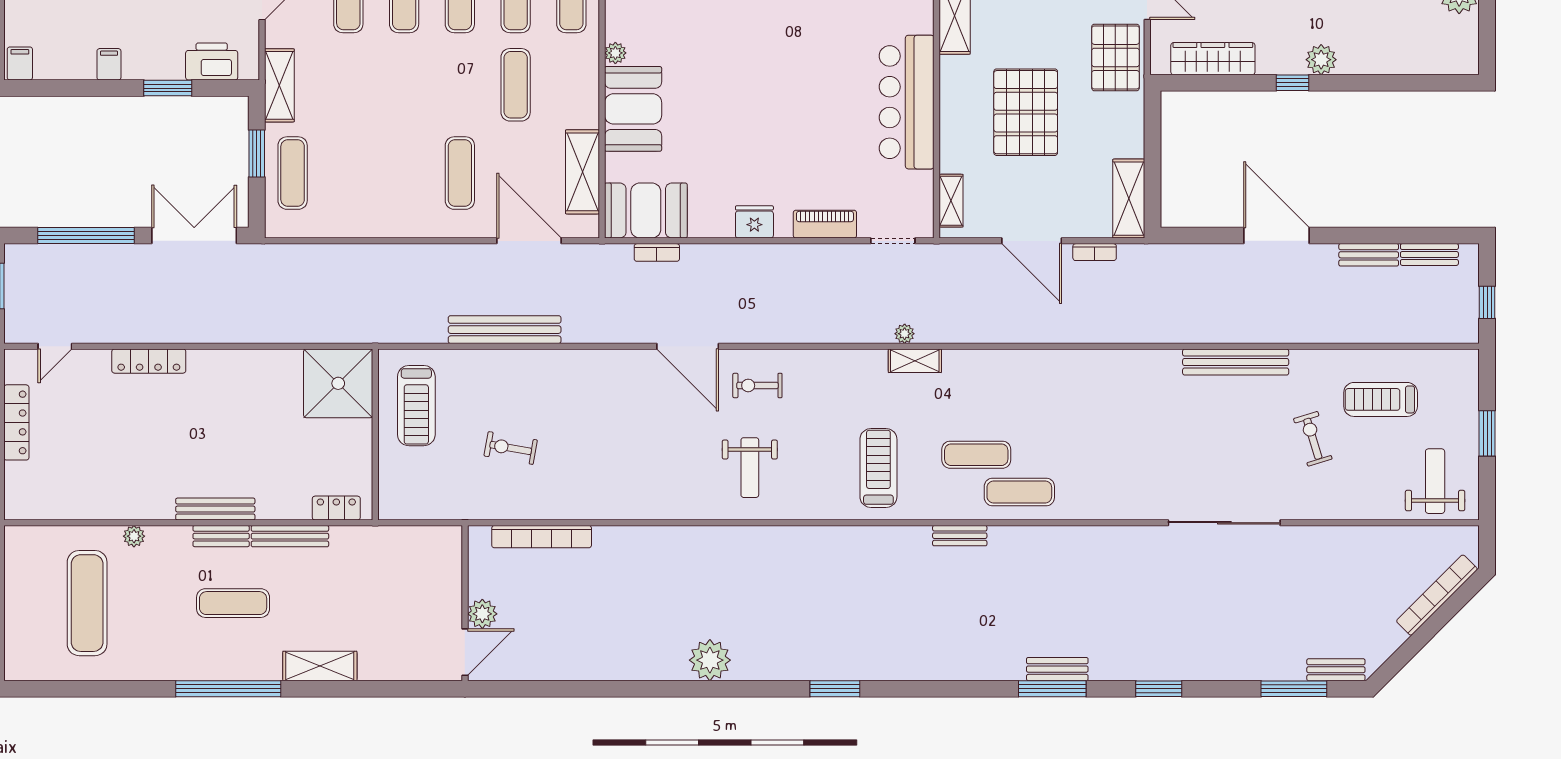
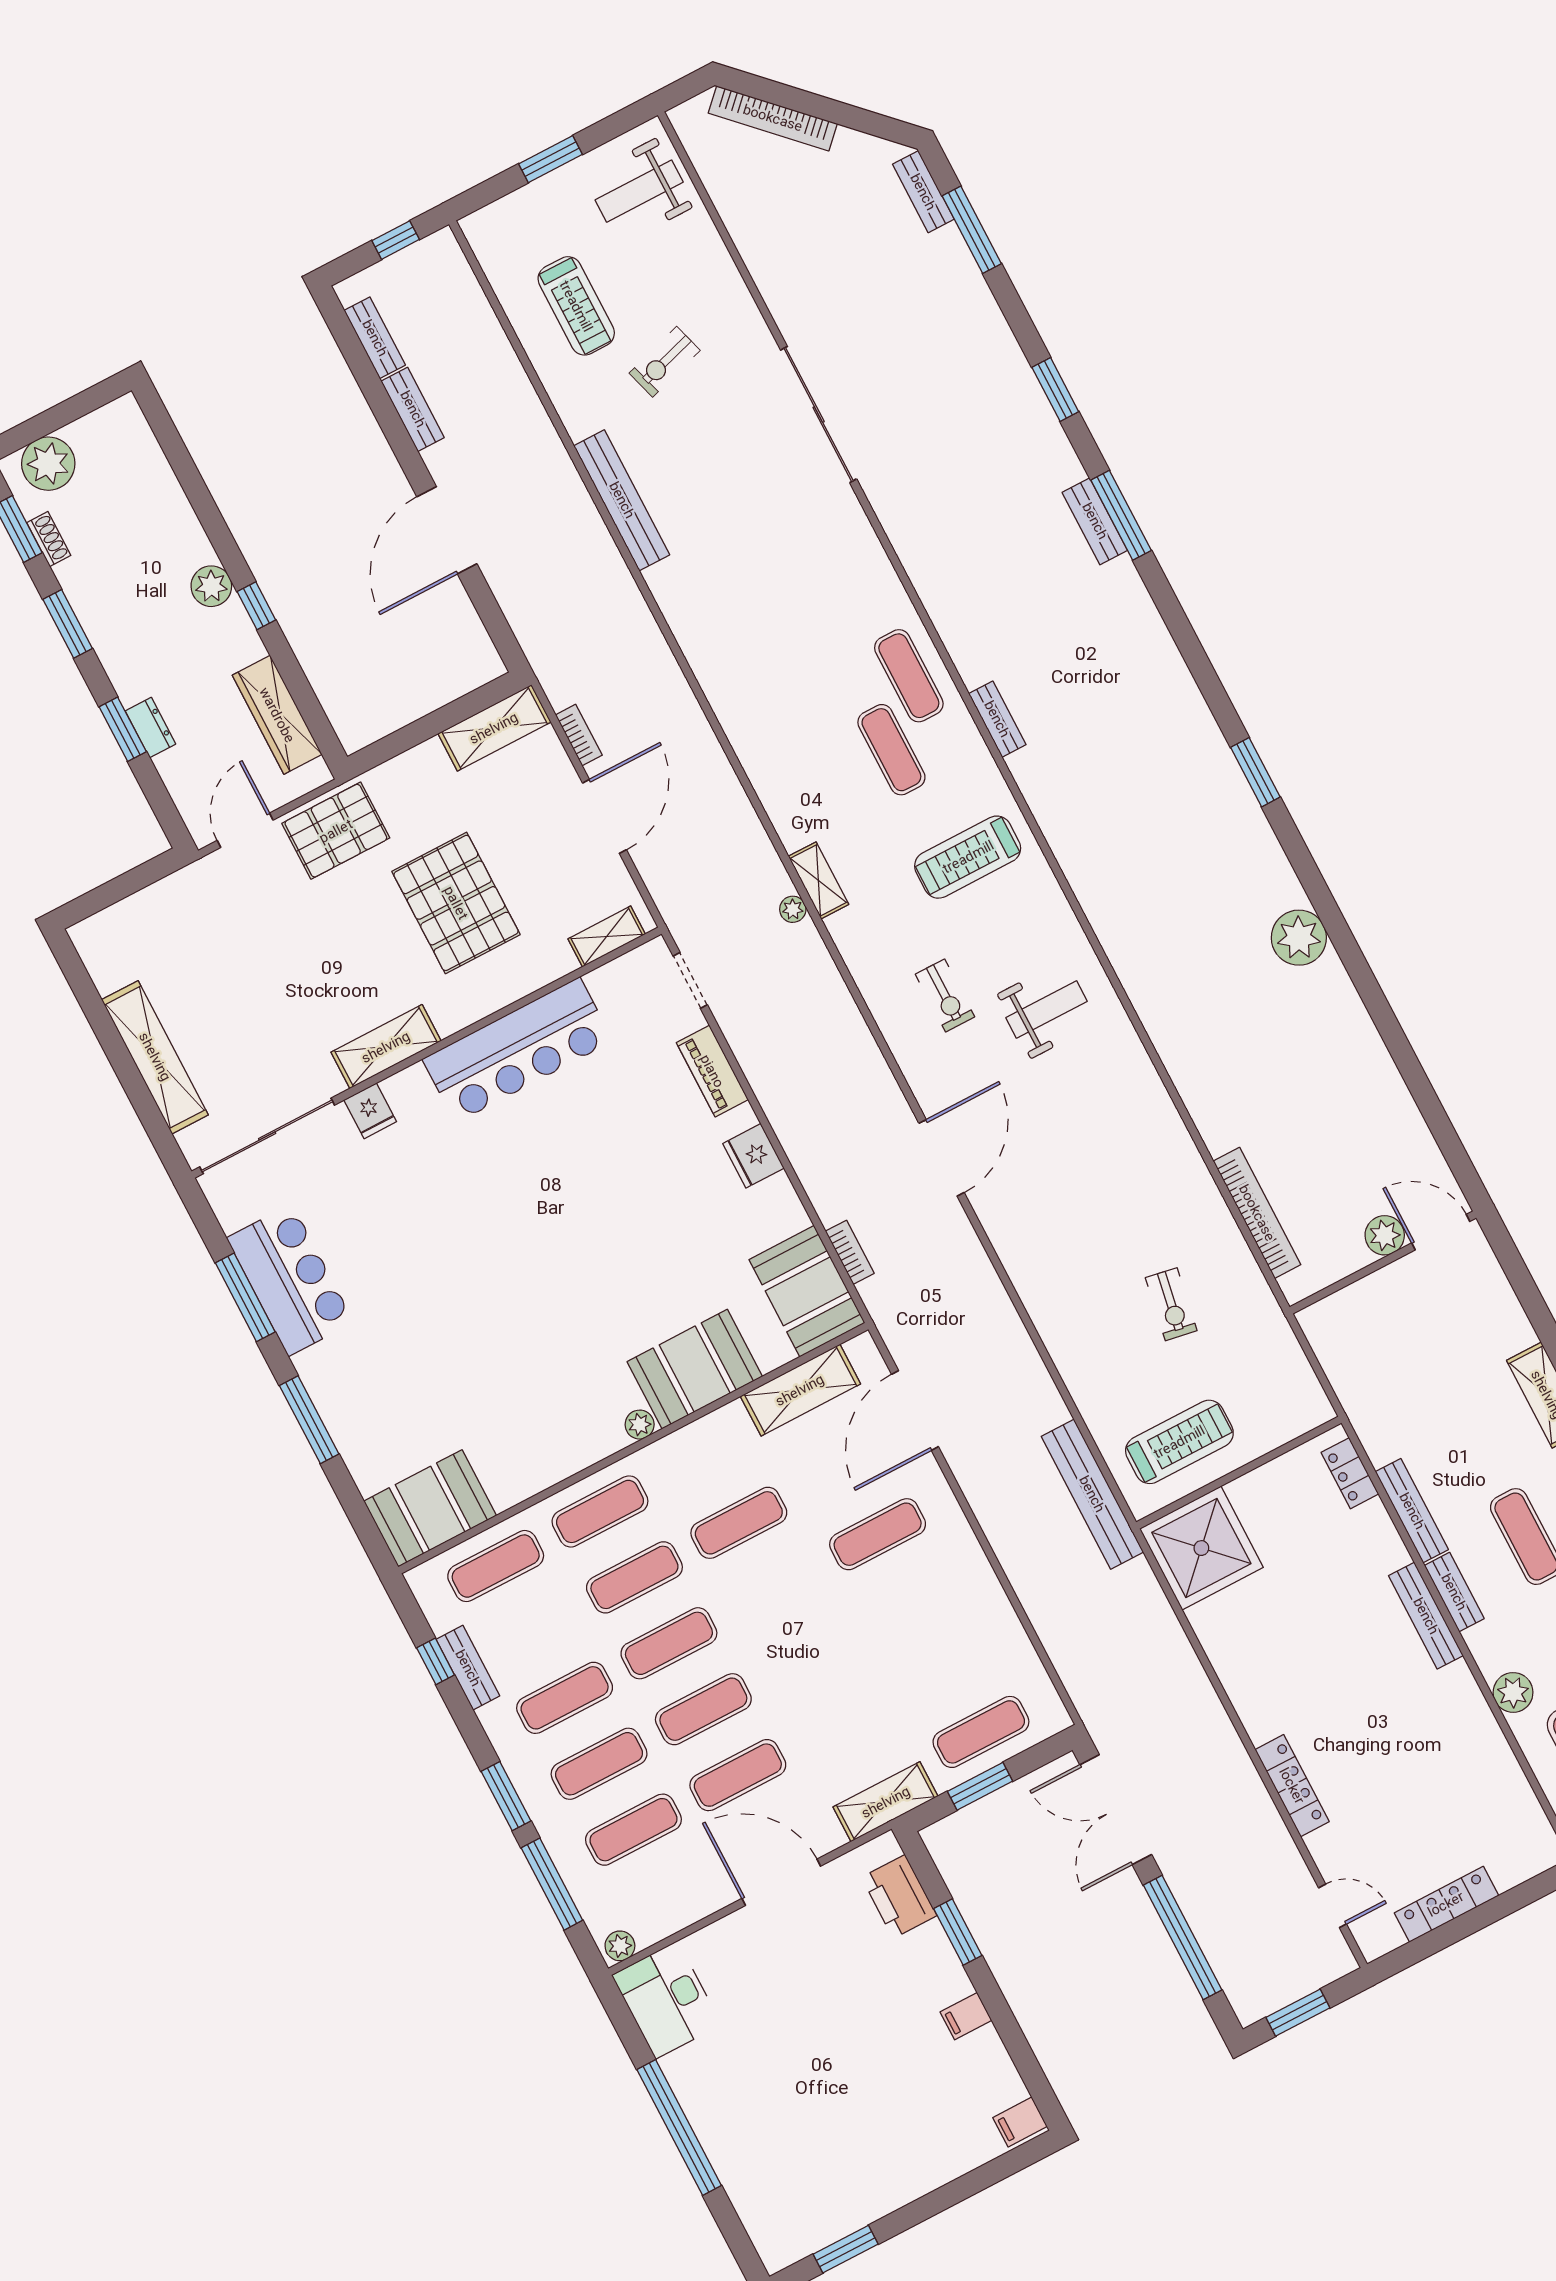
pallet: (1026, 112) -> (456, 903), turned 90
bench: (505, 330) -> (1092, 1494), moved
exercise bike: (757, 385) -> (945, 995), moved
plant: (134, 536) -> (1513, 1692), width x1.38, depth x1.38

